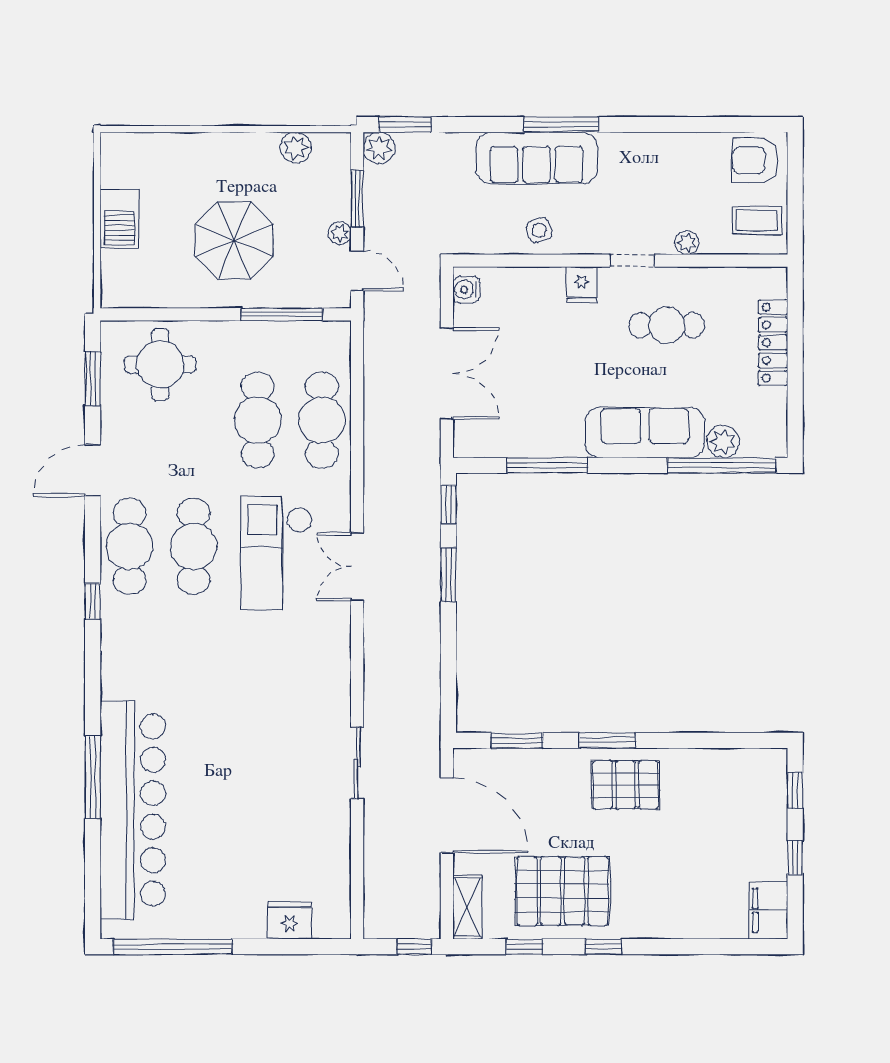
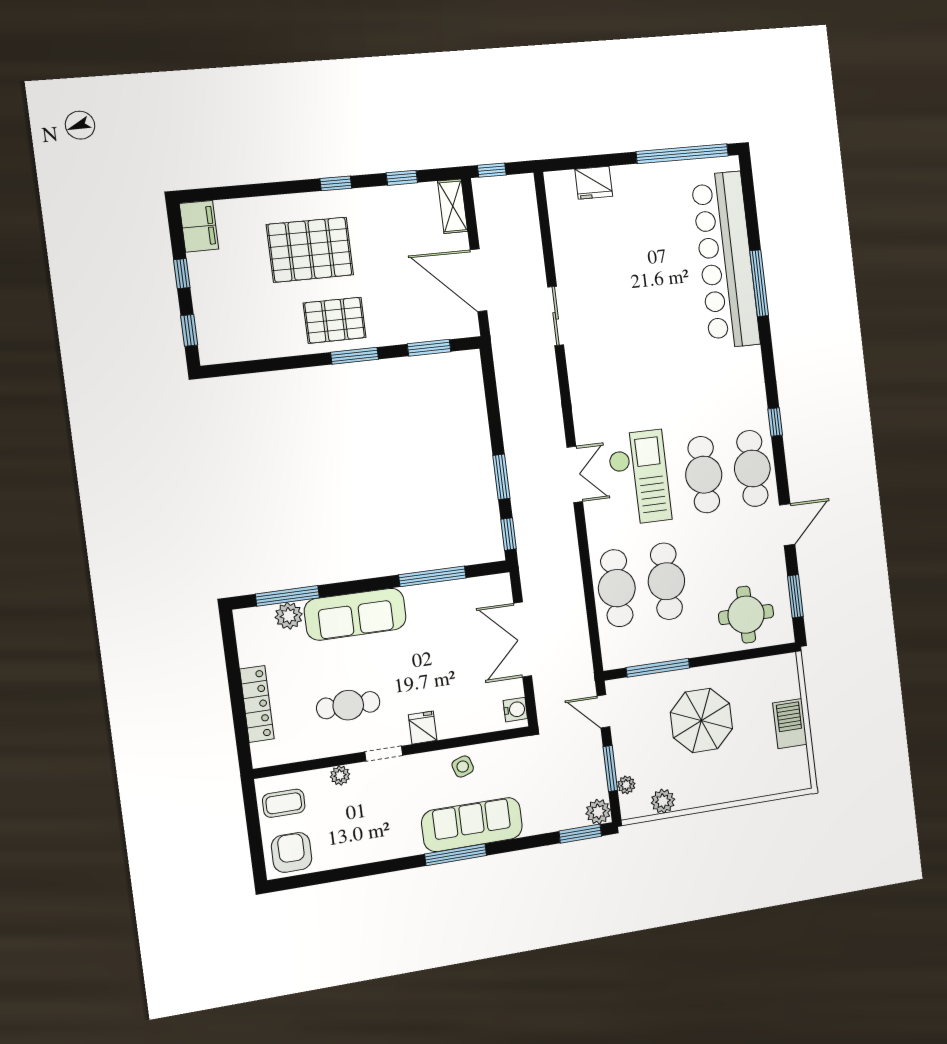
armchair: (755, 160) -> (292, 852), turned -90
plant: (340, 233) -> (626, 785), moved
window: (722, 465) -> (287, 596), width x0.68
pallet: (563, 891) -> (310, 250), moved

